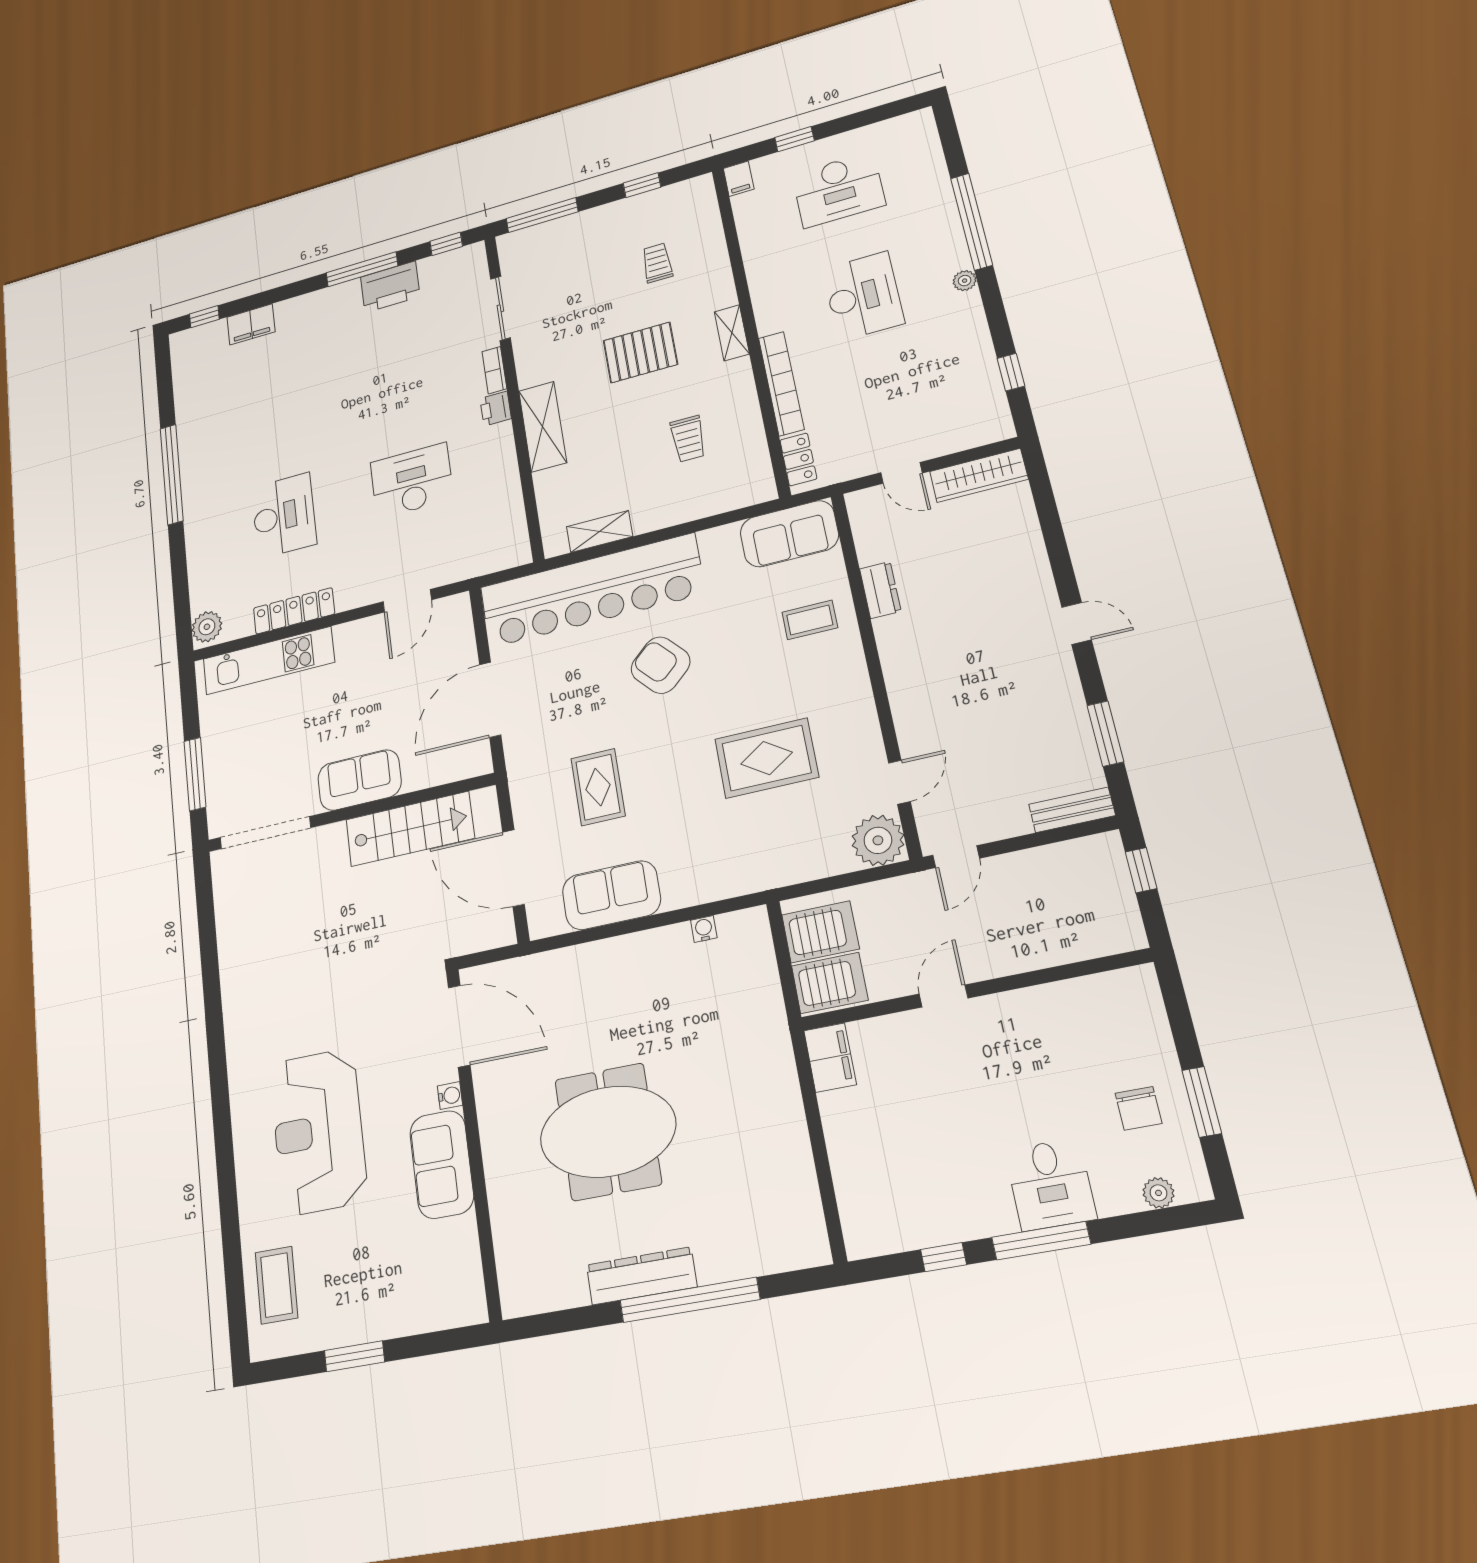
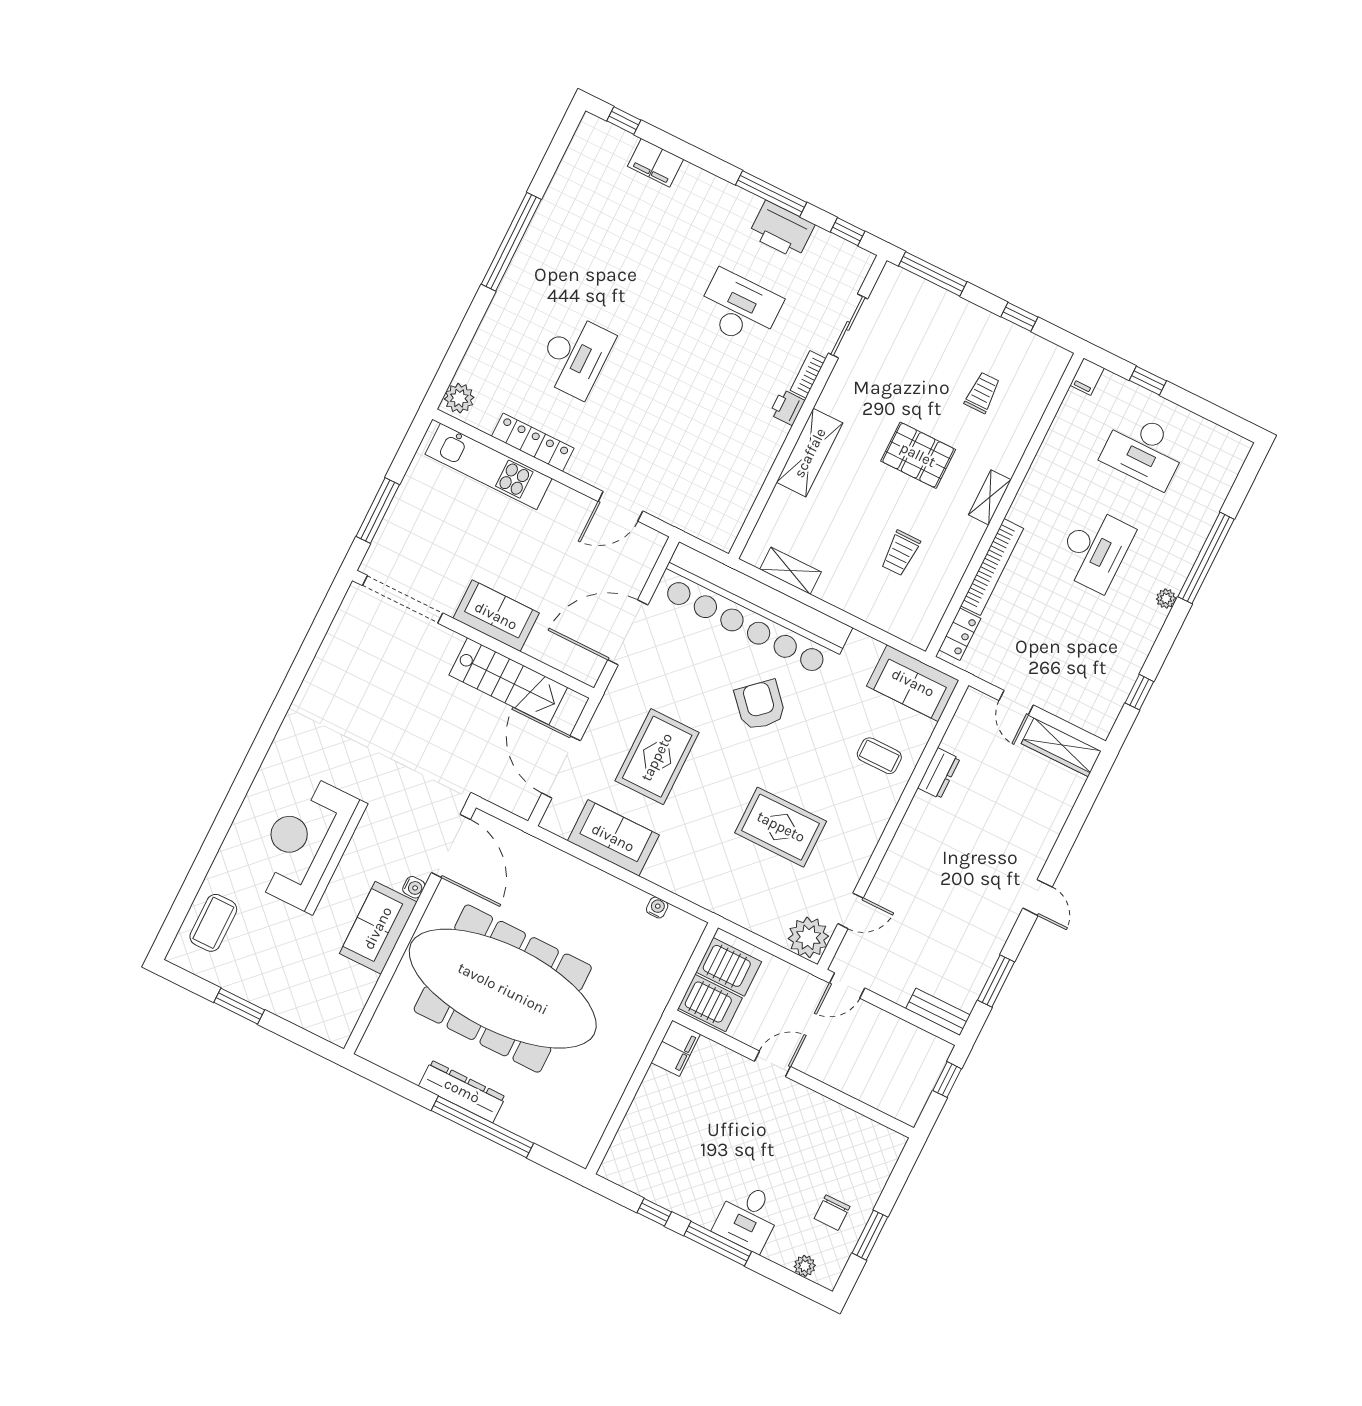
desk: (412, 481) -> (739, 308), moved
rug: (598, 787) -> (657, 757), width x1.36, depth x1.43
meeting table: (608, 1132) -> (503, 989), width x1.86, depth x1.27

